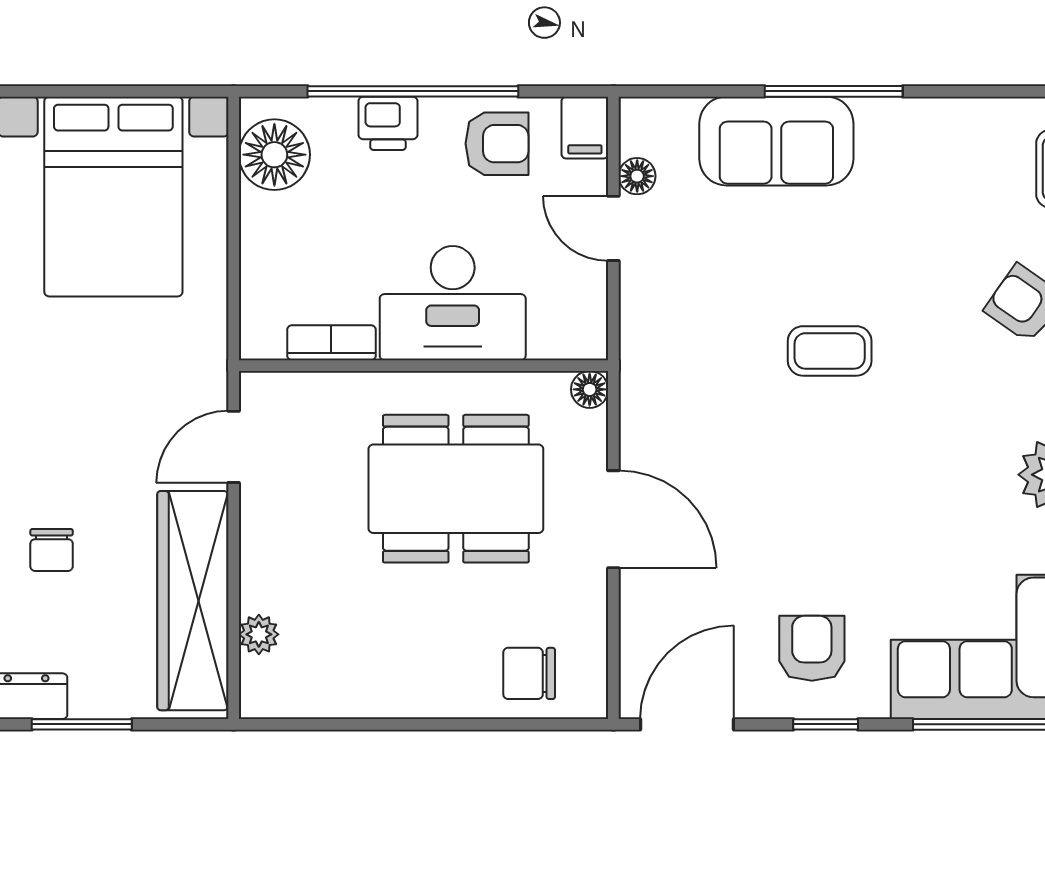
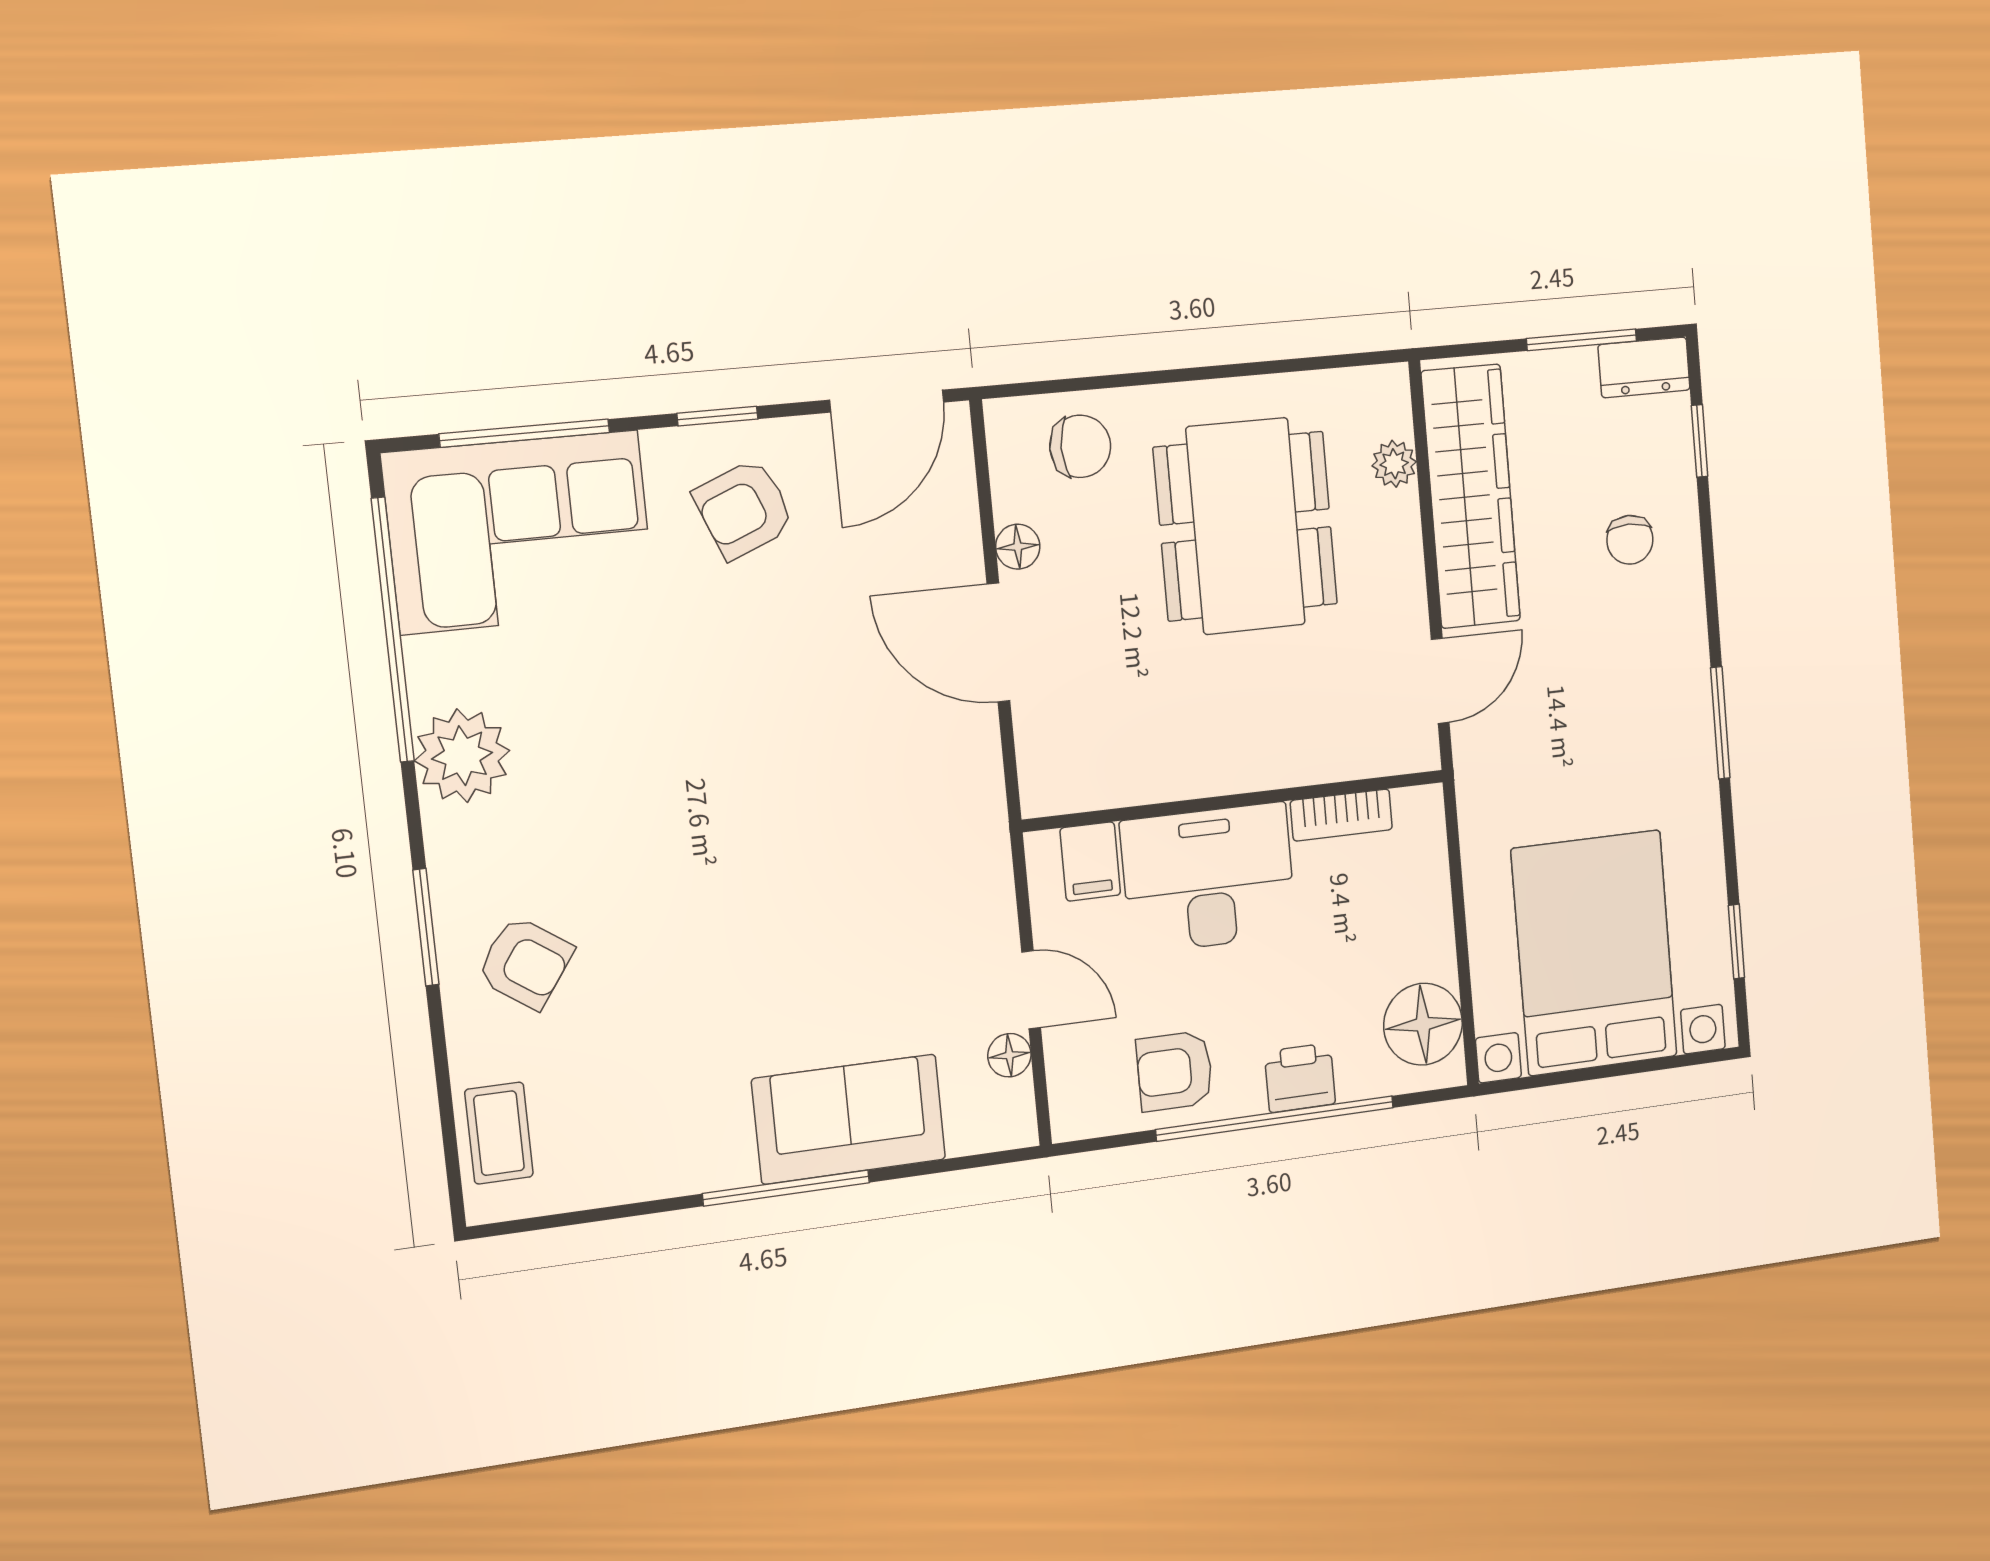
filing cabinet: (585, 128) -> (1090, 861), moved, turned 180
coffee table: (830, 351) -> (759, 875), removed
floor lamp: (590, 389) -> (1018, 547), moved
dining table: (456, 489) -> (1246, 526), moved, turned 90
chair: (52, 550) -> (1630, 540), turned 180
armchair: (812, 648) -> (744, 509), turned 68

